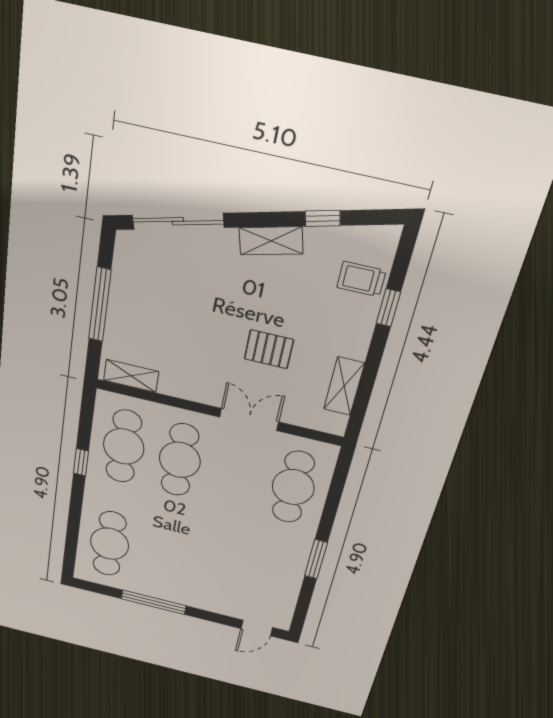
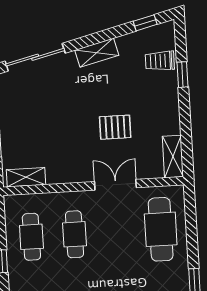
window: (323, 218) -> (145, 23), moved
shelving: (344, 386) -> (173, 157), moved
cafe table: (124, 446) -> (31, 237), width x0.73, depth x0.74
cafe table: (180, 460) -> (75, 234), width x0.73, depth x0.74

